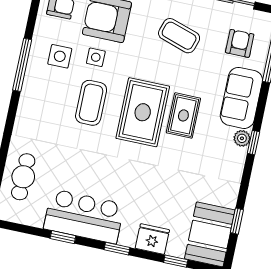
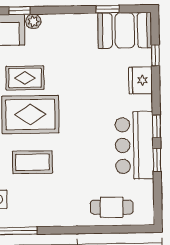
window: (254, 143) -> (19, 11), moved
window: (117, 249) -> (157, 126), moved

